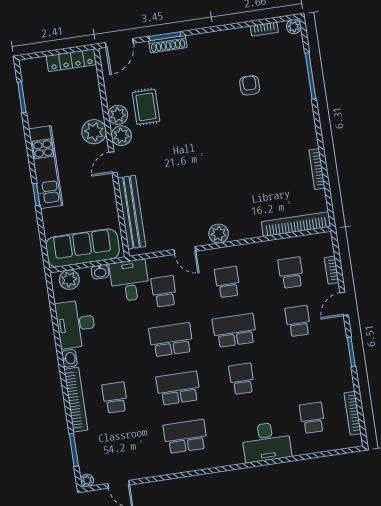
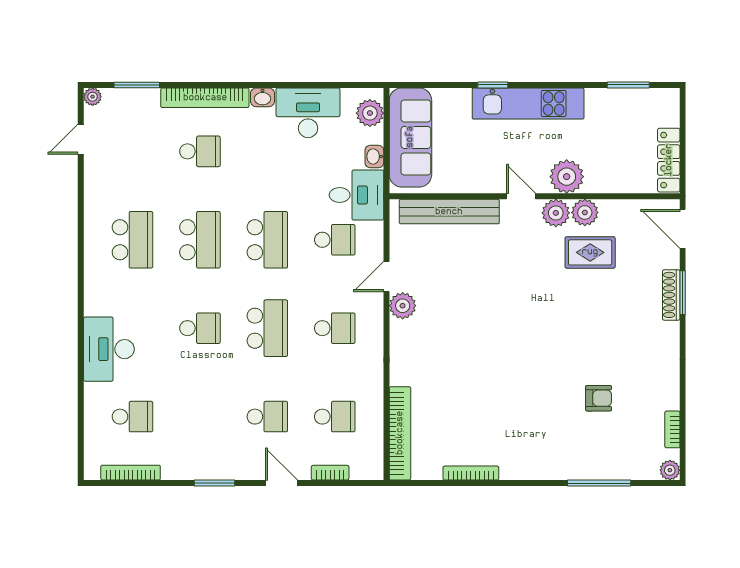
plant: (219, 234) -> (403, 306), moved

